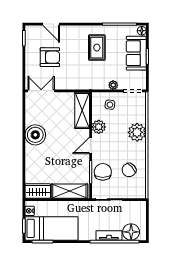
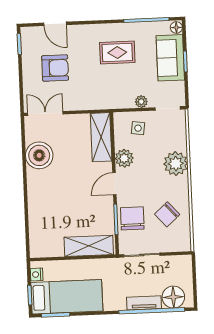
rug: (97, 48) -> (117, 53), turned 90
boiler: (35, 135) -> (39, 155), moved
wardrobe: (38, 191) -> (46, 248), removed

